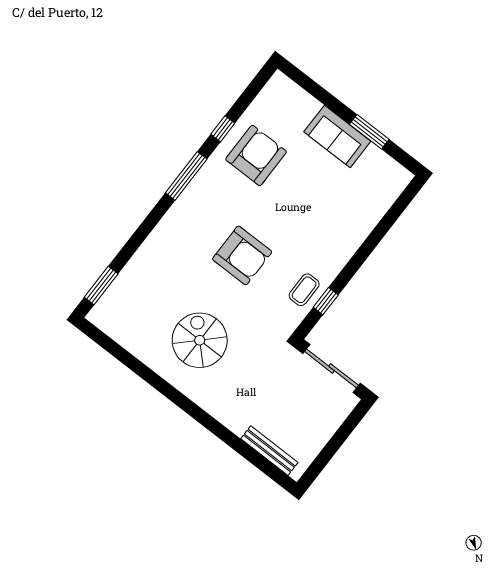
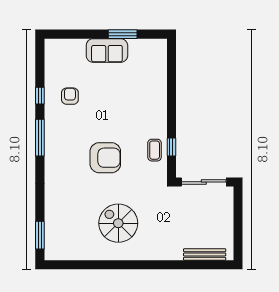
armchair: (256, 156) -> (70, 96), width x0.53, depth x0.53

